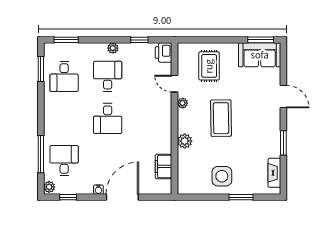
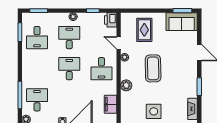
desk: (108, 118) -> (69, 69), turned 180
desk: (151, 118) -> (101, 69), added

